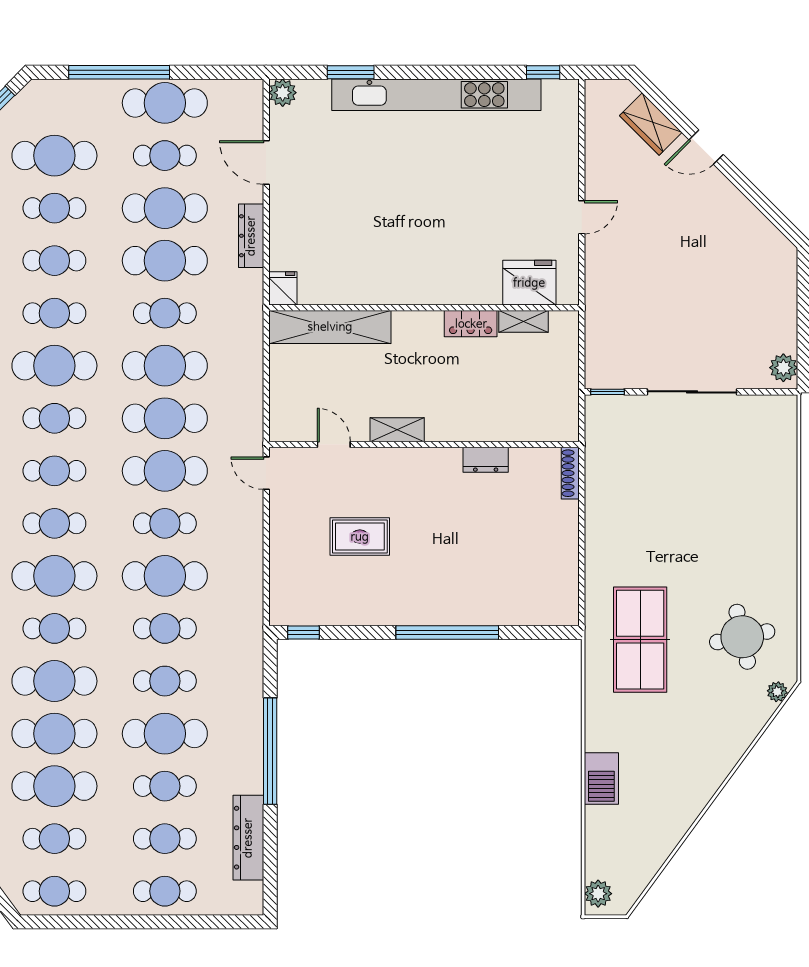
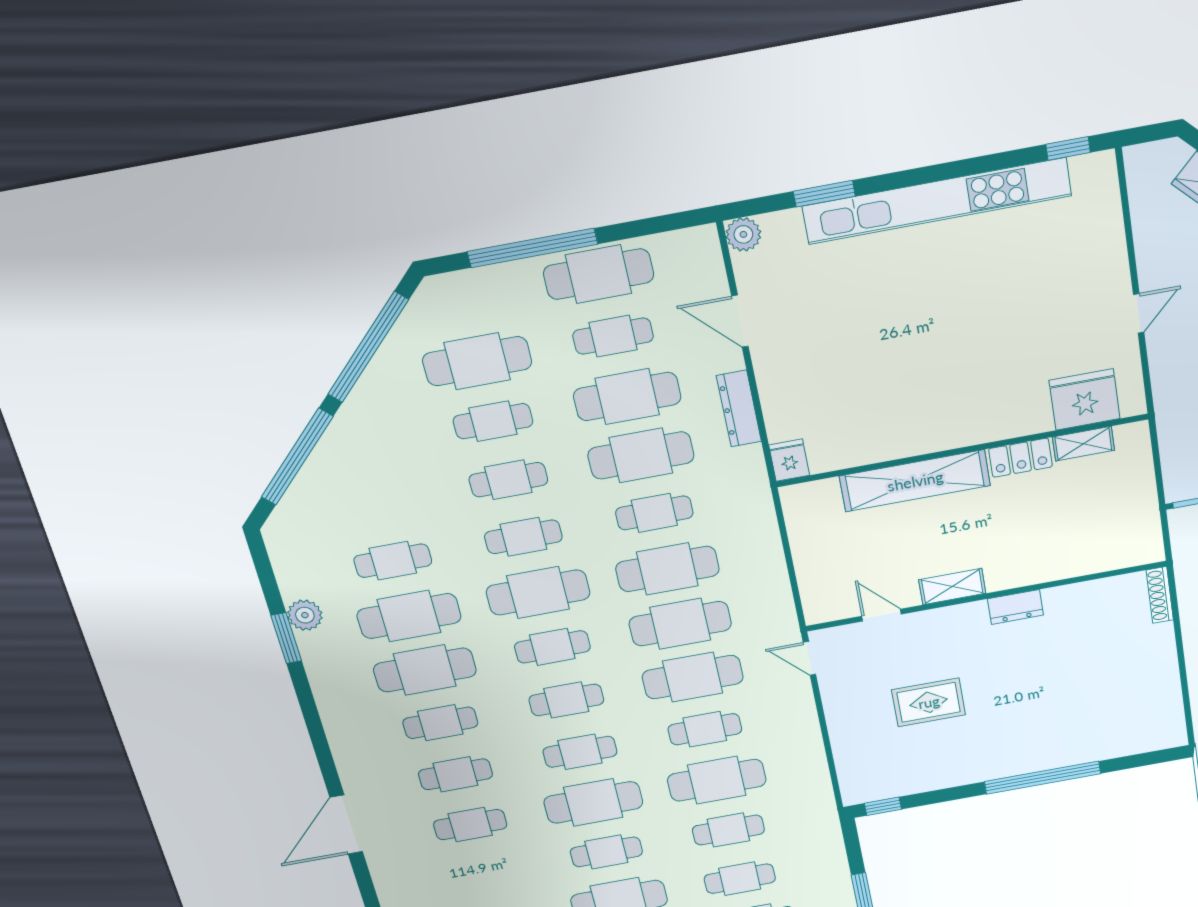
shelving: (330, 327) -> (915, 481), moved
dresser: (486, 460) -> (1015, 607), moved

